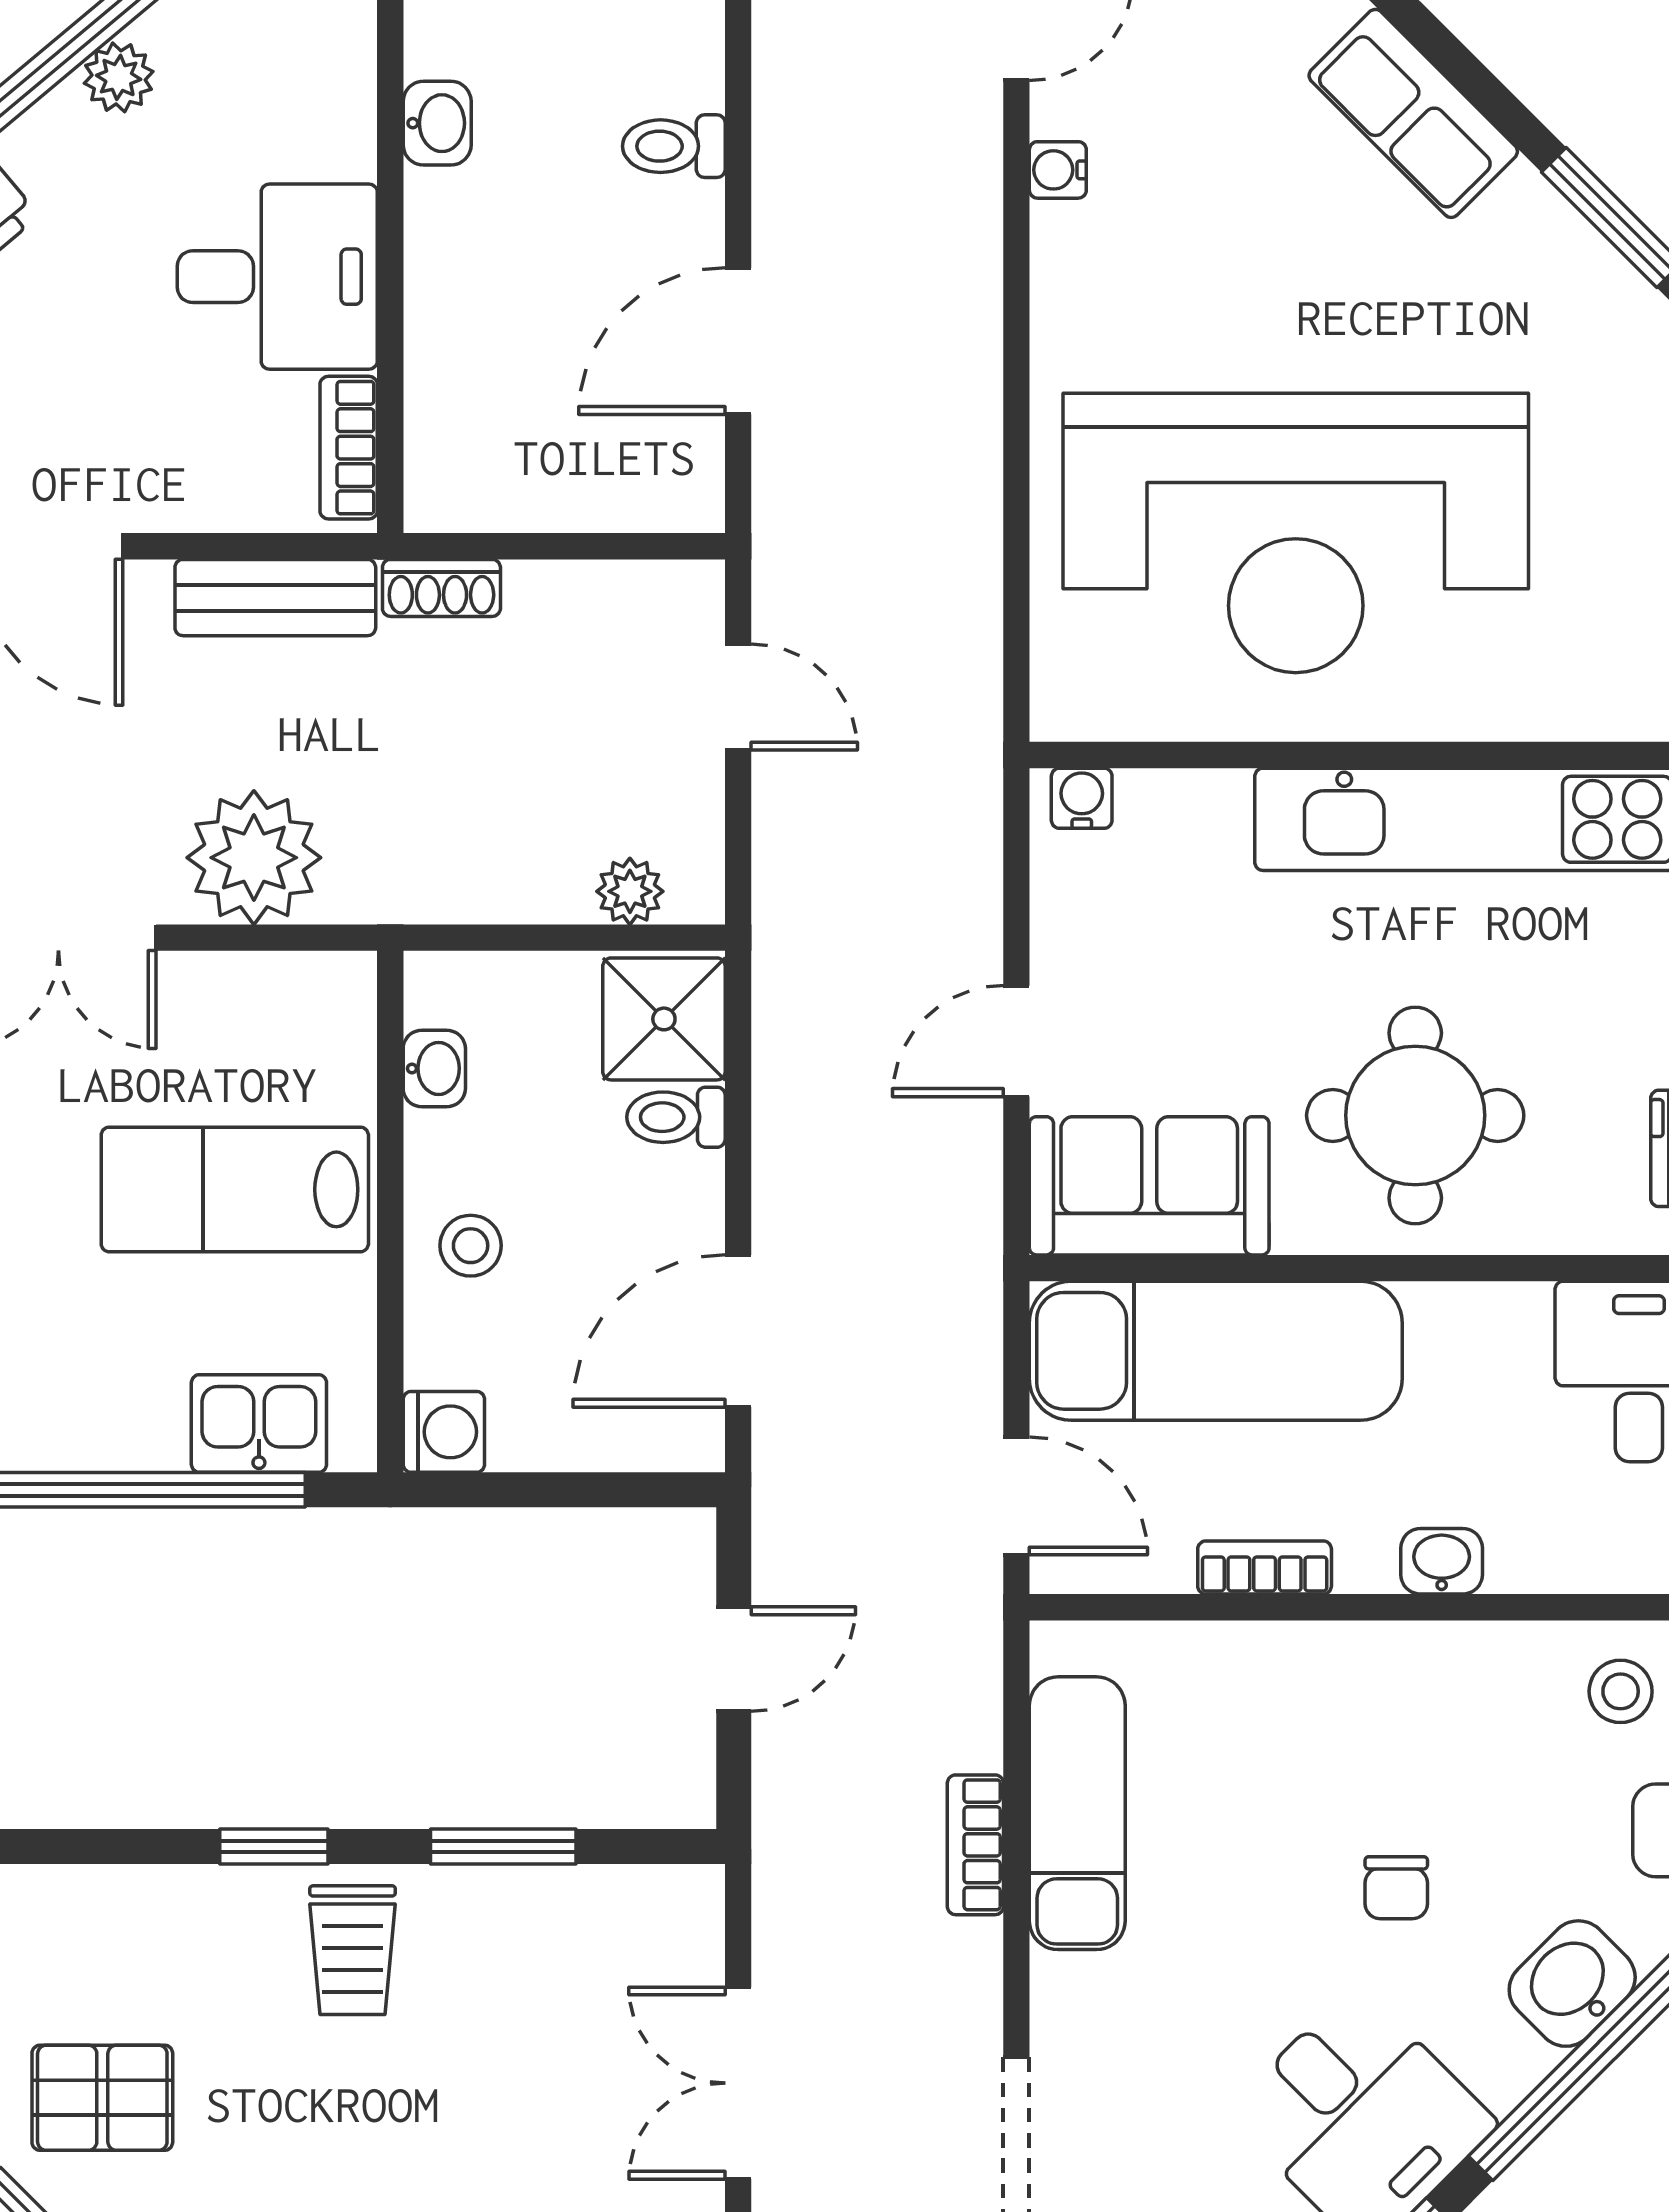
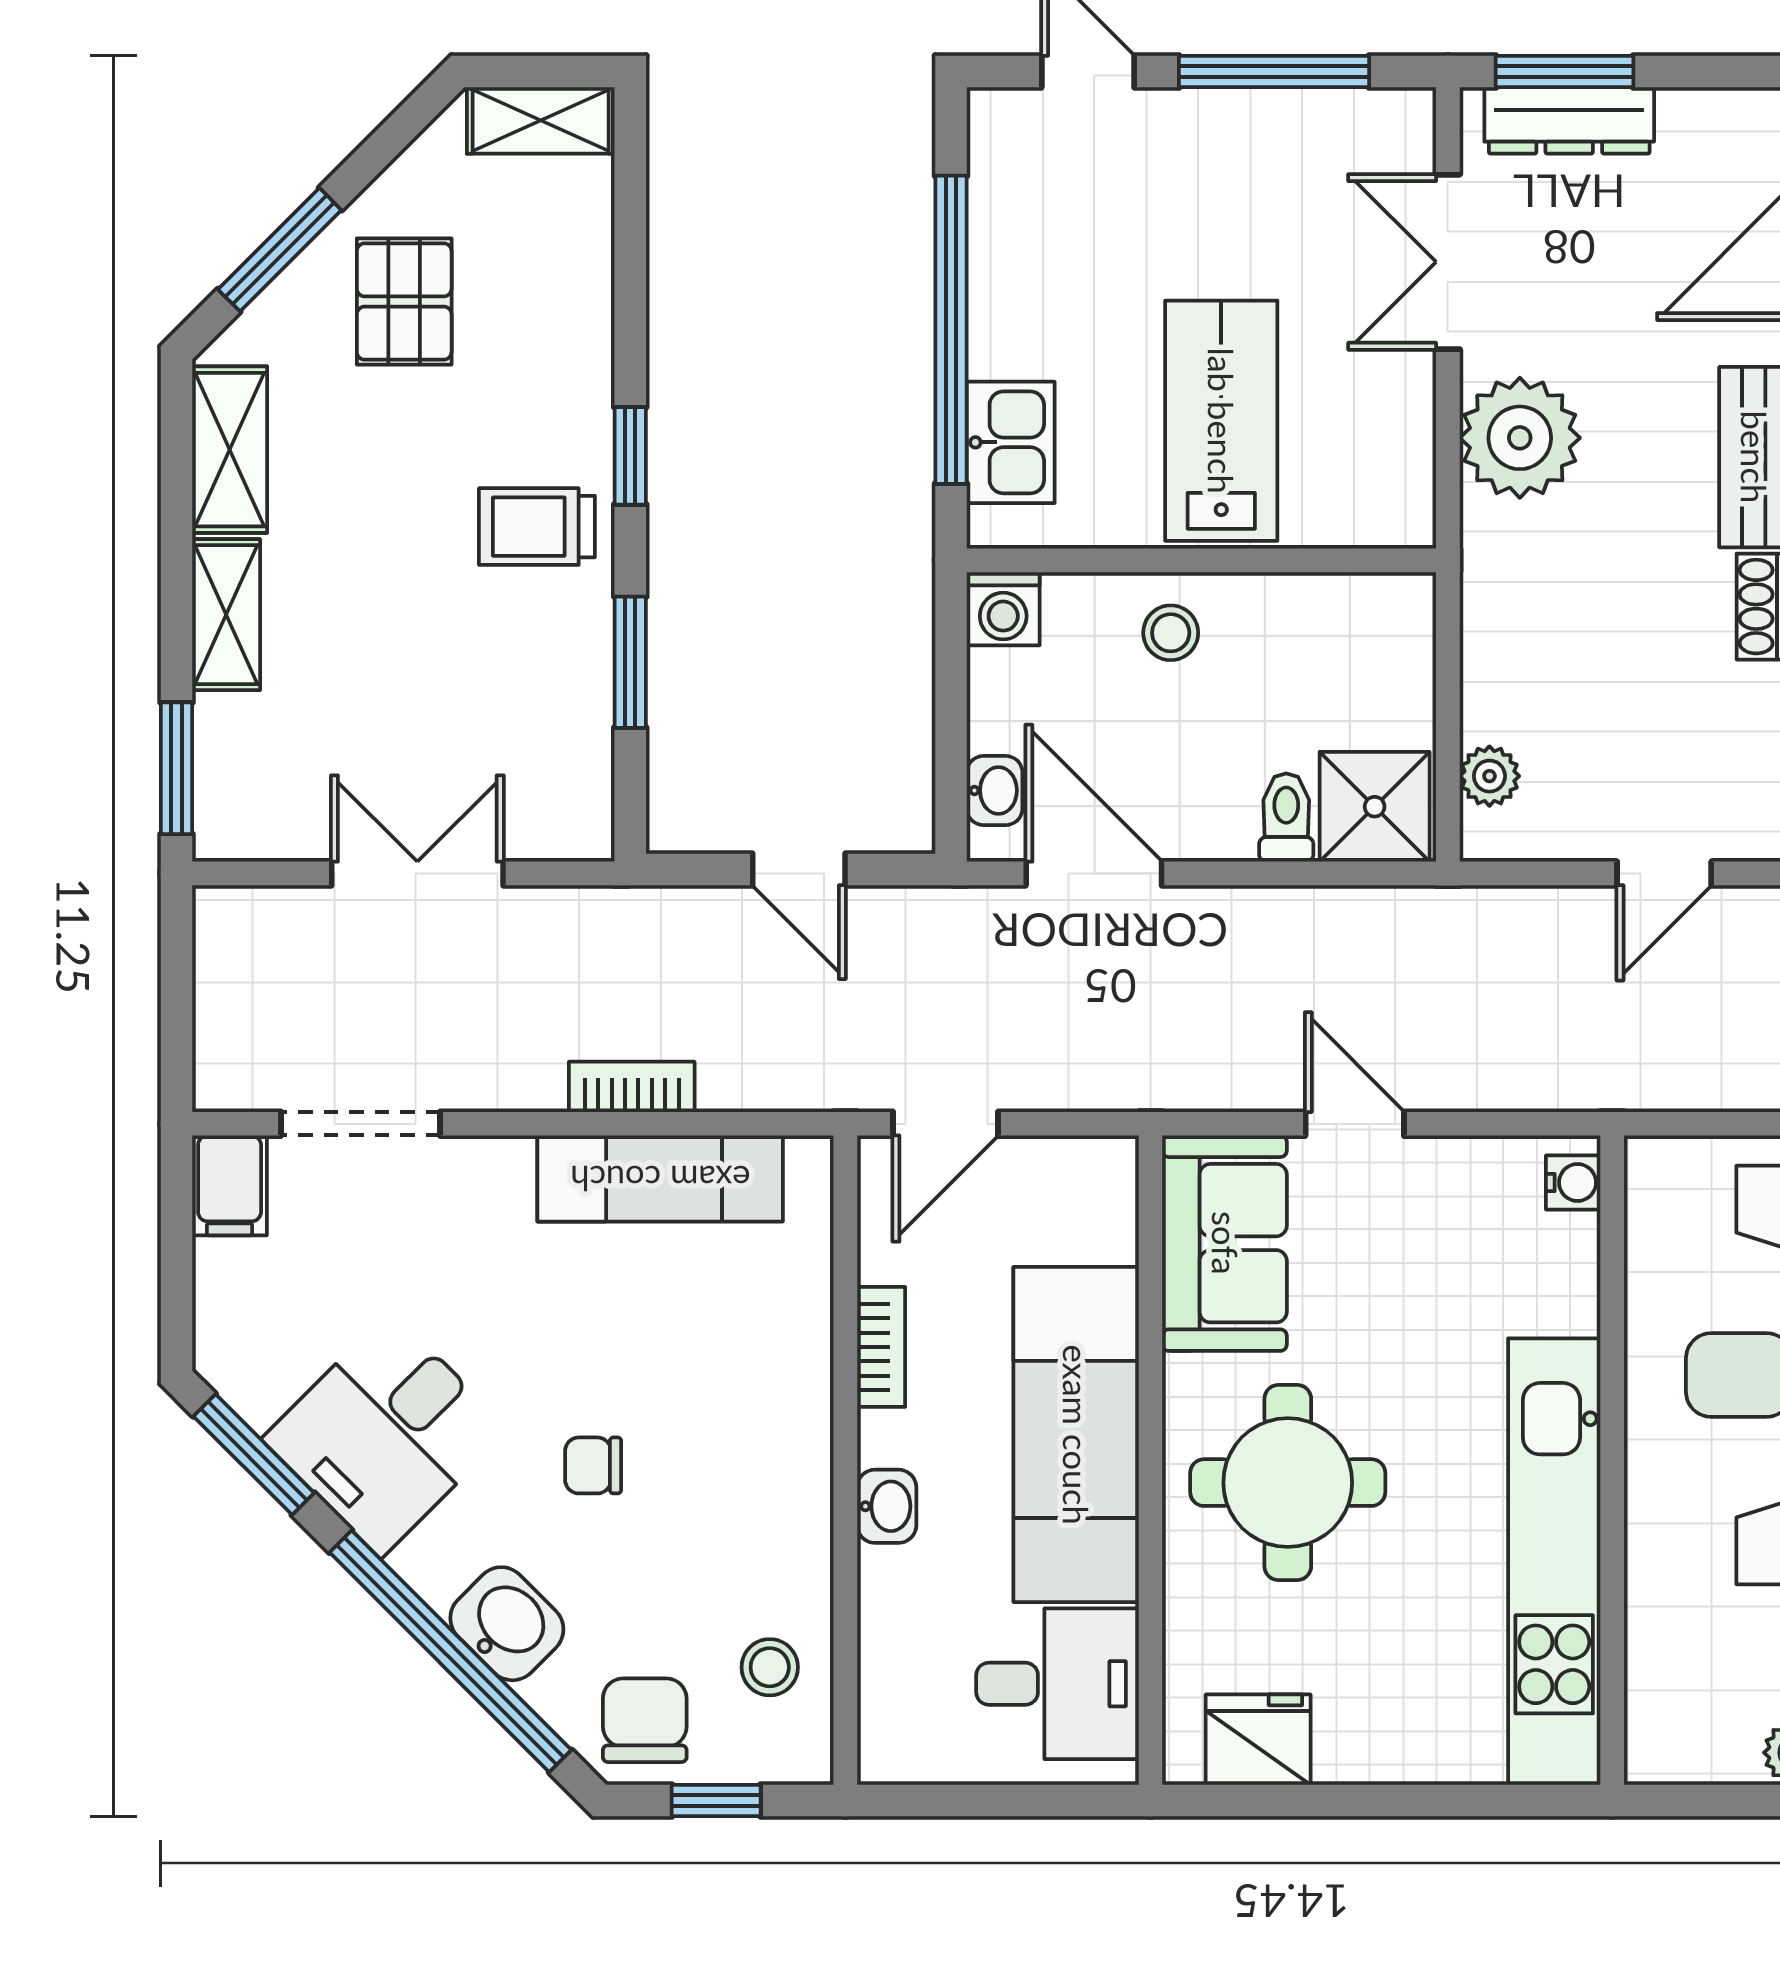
washbasin: (434, 1068) -> (995, 790), moved, turned -90
exam couch: (1216, 1351) -> (1076, 1435), moved

